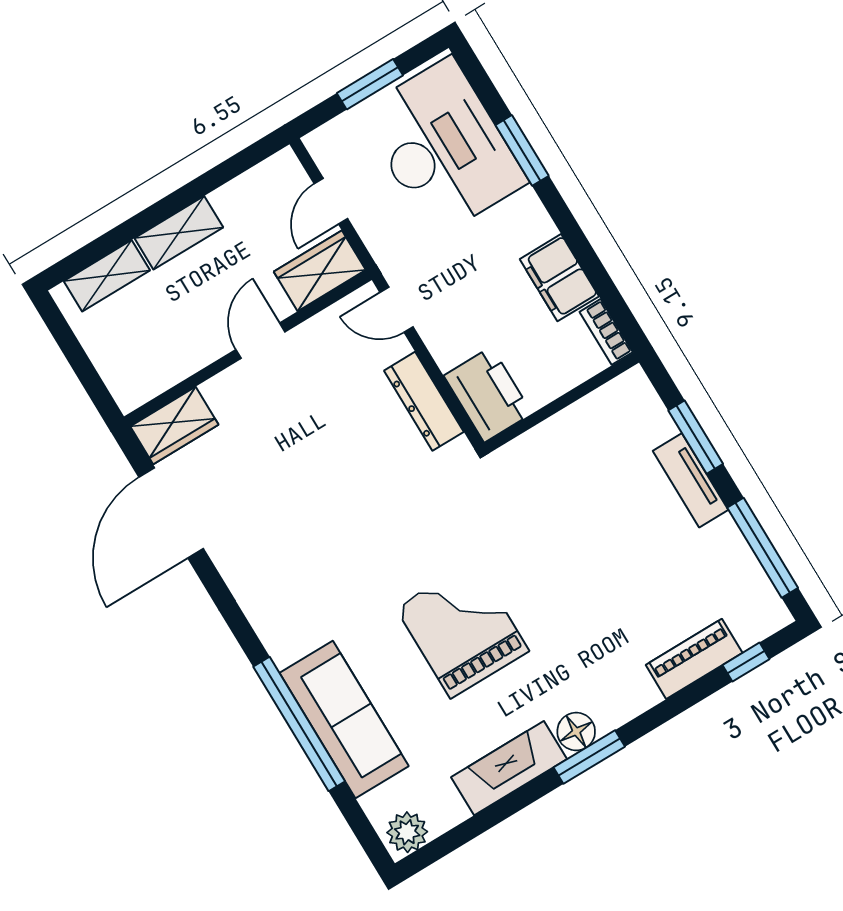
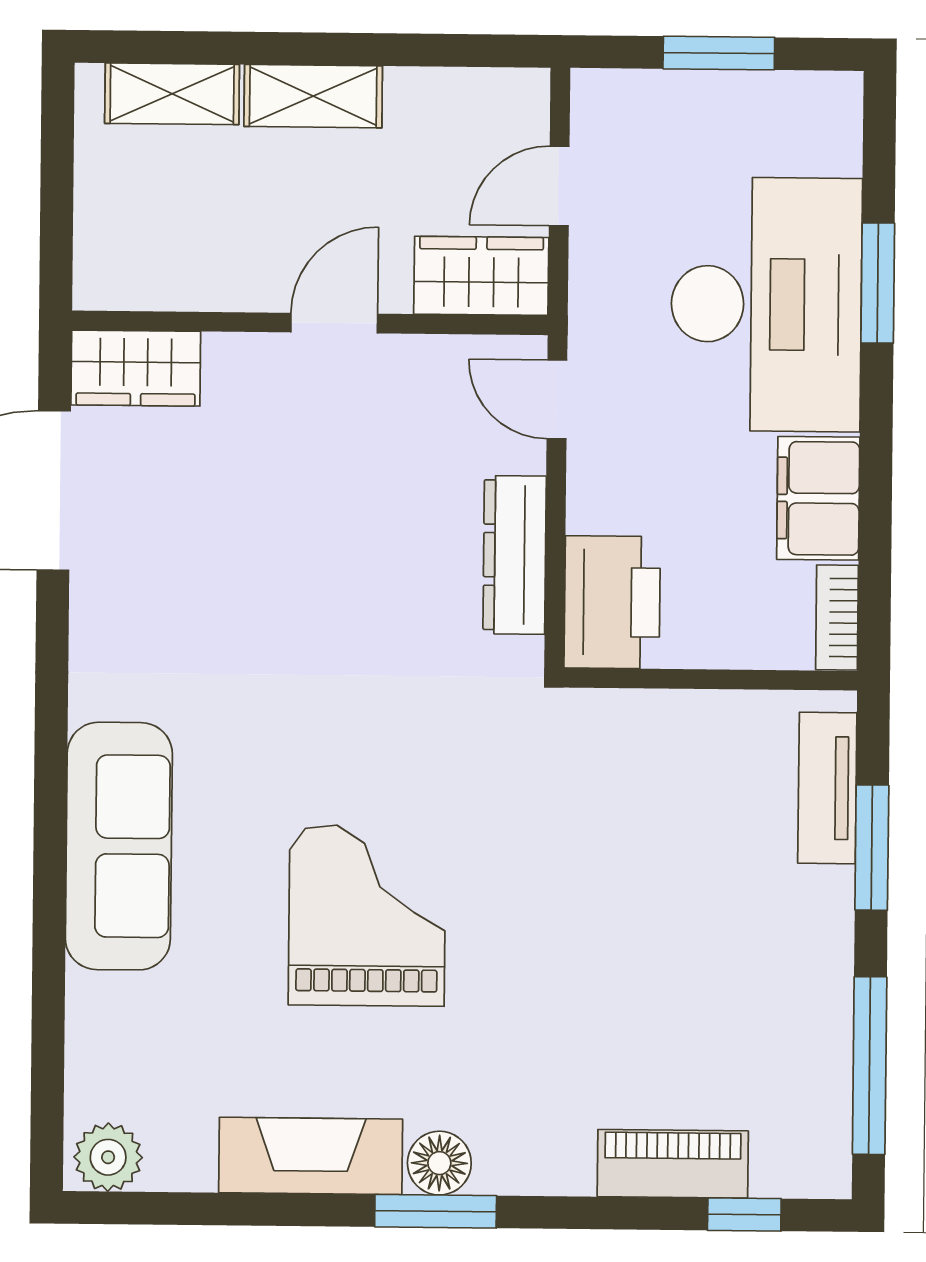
desk: (443, 147) -> (766, 304), moved
tv unit: (690, 480) -> (827, 788), moved
sofa: (344, 720) -> (119, 846), moved
window: (299, 724) -> (49, 906), removed

